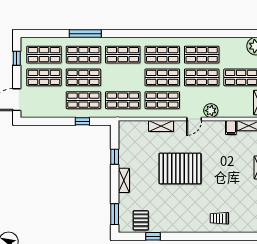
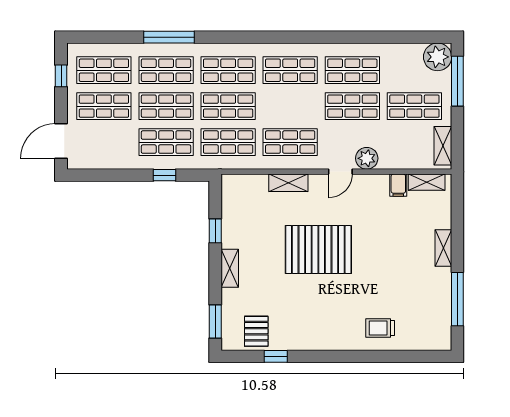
shop shelf: (162, 77) -> (228, 106), moved

